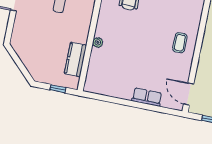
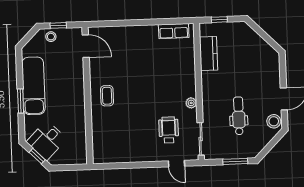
plant: (98, 42) -> (191, 103), moved
row of seats: (147, 97) -> (174, 31), moved

